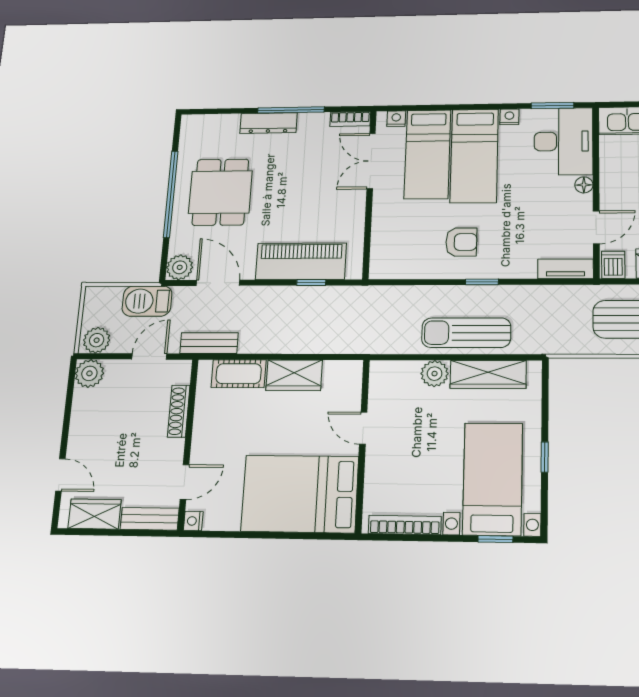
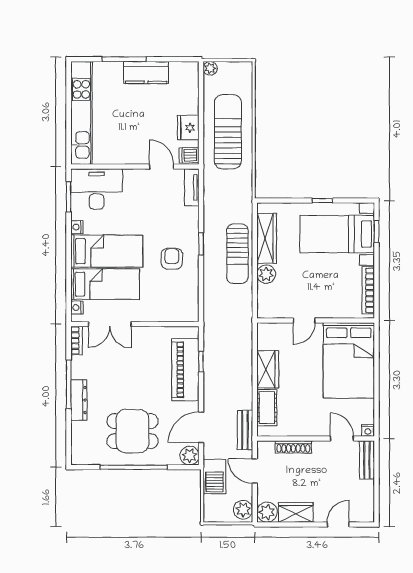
floor lamp: (584, 185) -> (130, 175), removed
wardrobe: (95, 514) -> (296, 512), moved, turned 90

